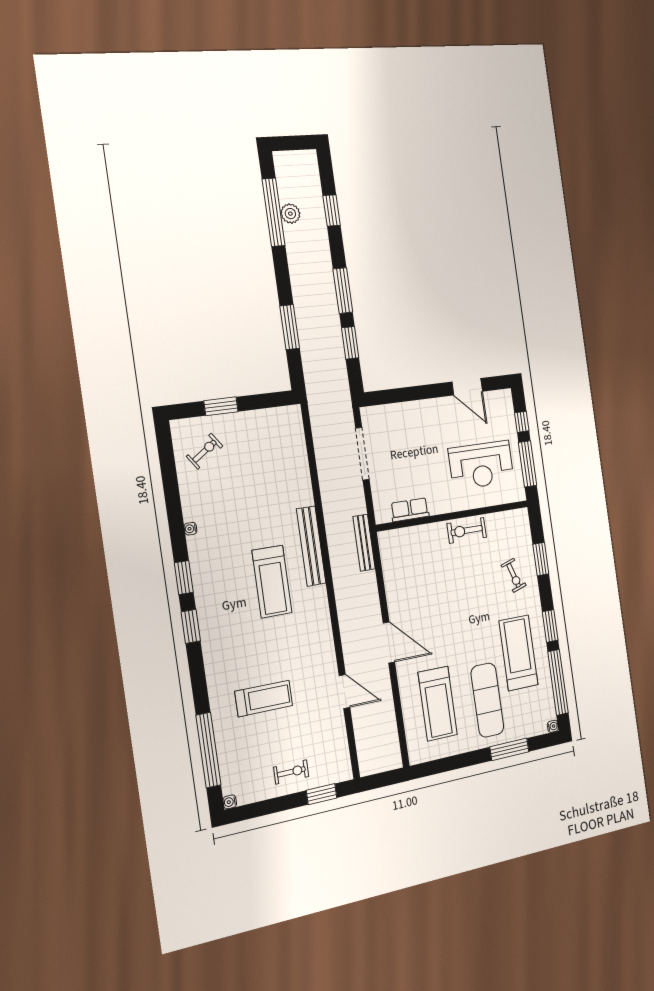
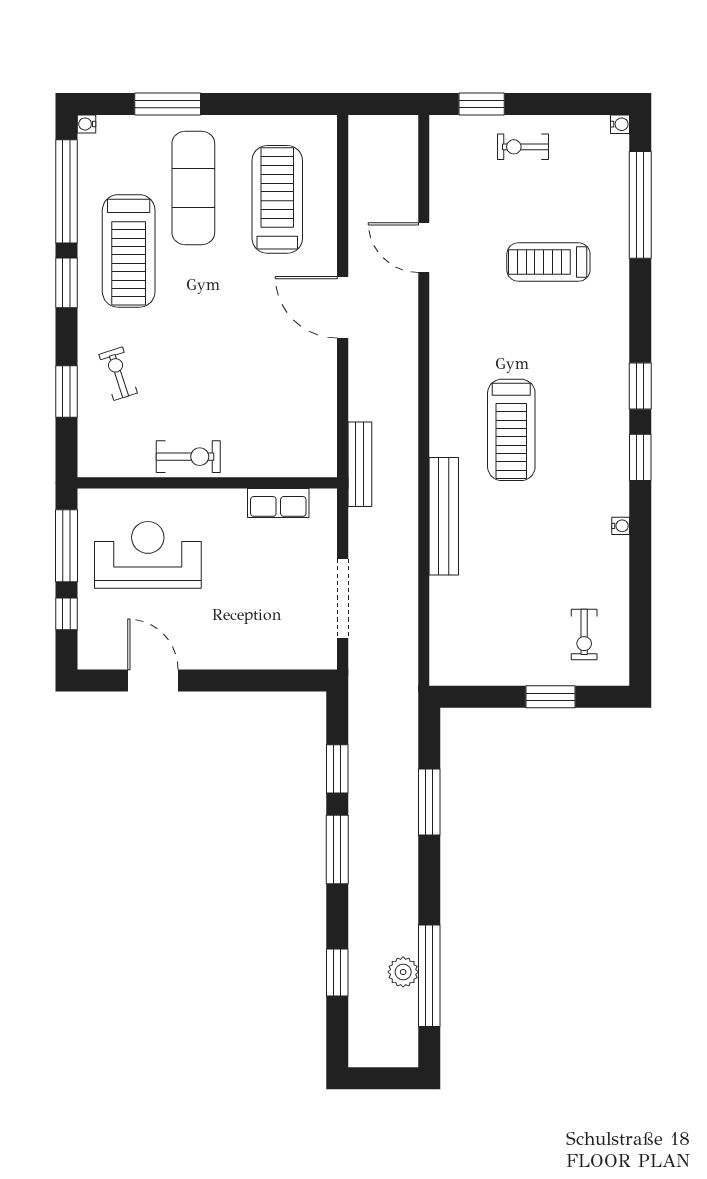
exercise bike: (205, 451) -> (584, 634), turned -55
bench: (311, 546) -> (444, 516), moved
treadmill: (272, 582) -> (511, 430), turned 180

